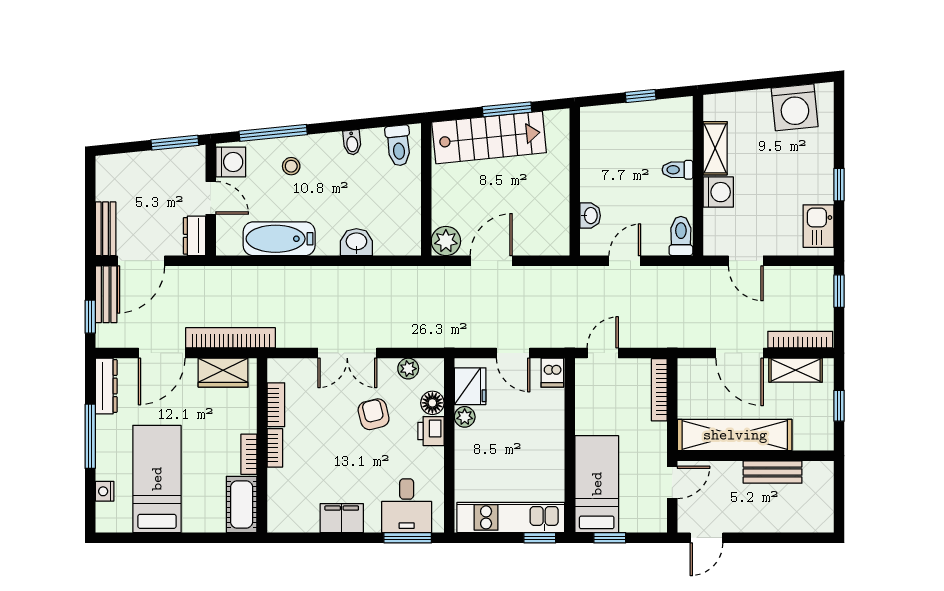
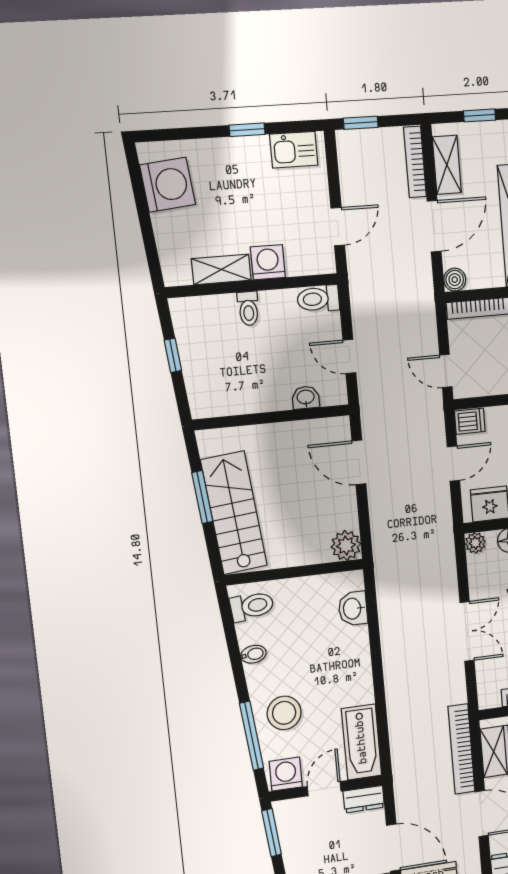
stool: (291, 166) -> (284, 713), width x1.89, depth x1.89
bathtub: (279, 239) -> (362, 742), moved
washbasin: (356, 242) -> (353, 609), moved
door: (491, 261) -> (359, 462), moved
plant: (408, 369) -> (475, 543), moved
boiler: (688, 369) -> (455, 280), added

